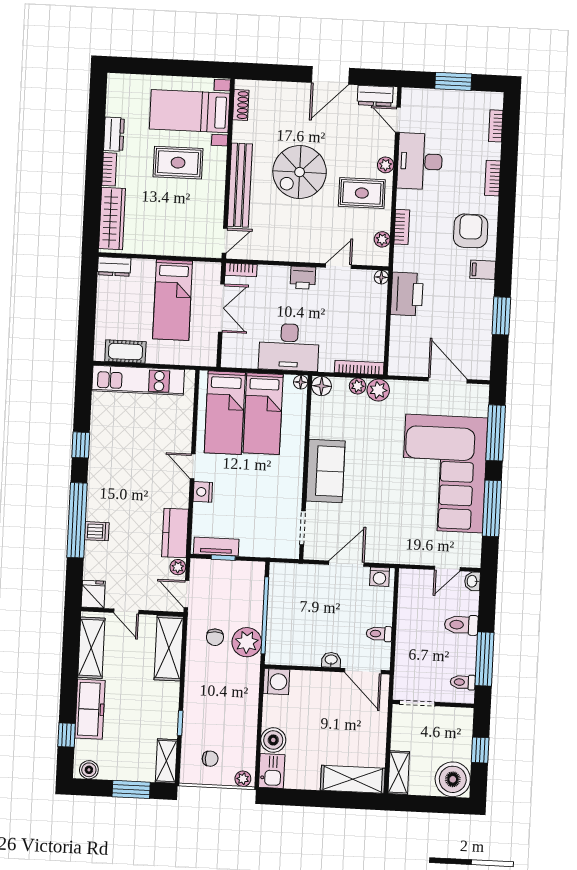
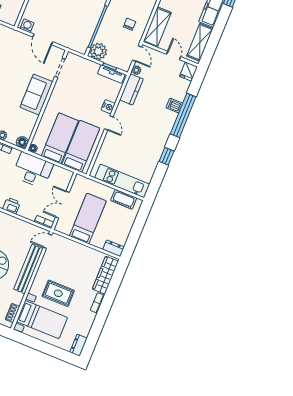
dresser: (114, 134) -> (78, 345), moved
door: (346, 564) -> (43, 39), hinge flipped
plant: (247, 642) -> (98, 51), moved

